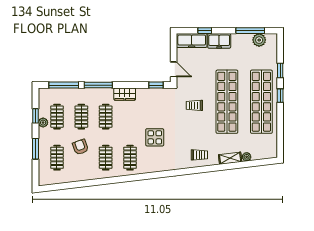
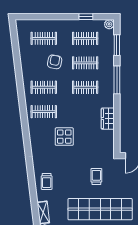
window: (64, 85) -> (117, 45), width x0.69
window: (156, 85) -> (117, 138), removed
wardrobe: (125, 94) -> (108, 119), moved
plant: (43, 123) -> (109, 24), moved
armchair: (80, 147) -> (55, 62), turned -59
window: (35, 149) -> (53, 17), removed

